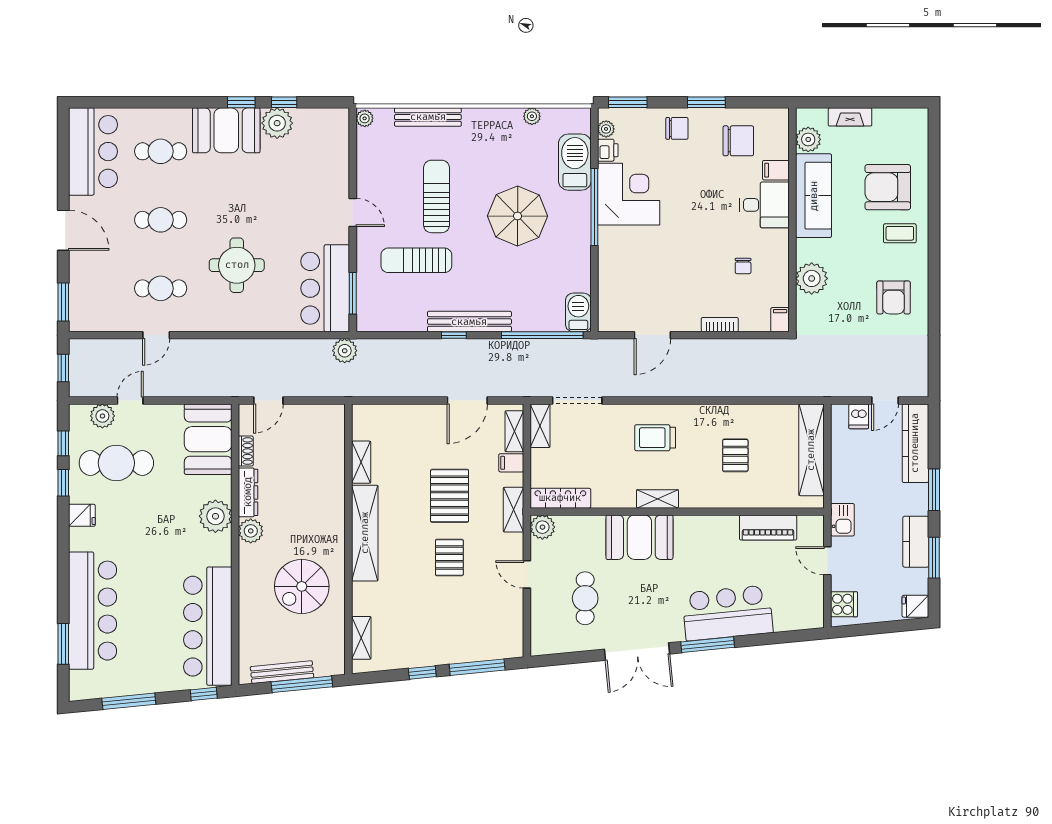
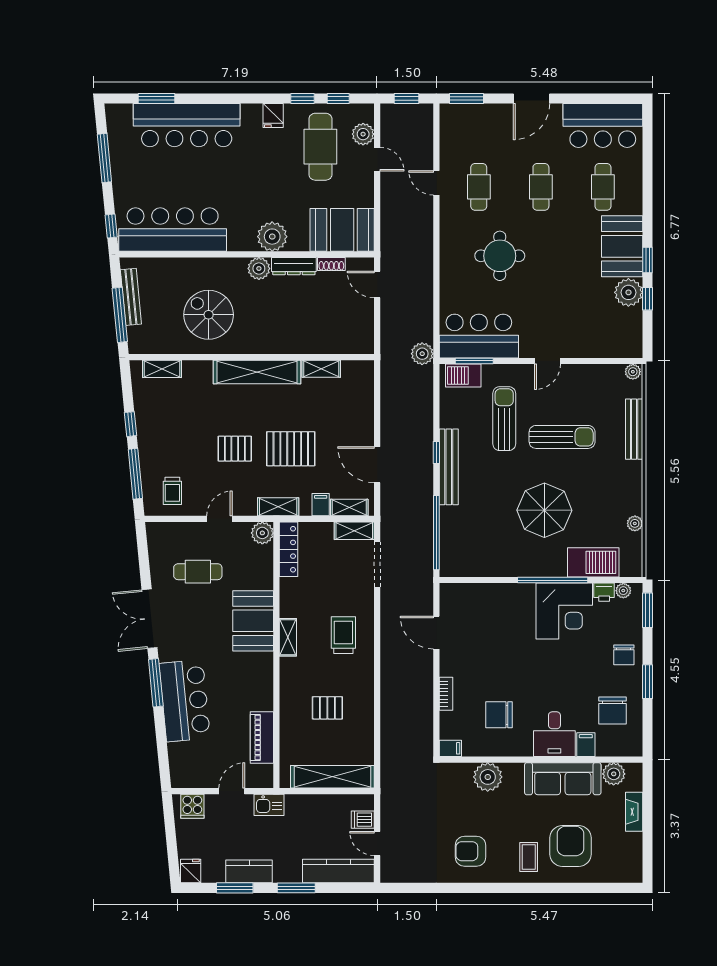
chair: (743, 266) -> (499, 715), width x1.87, depth x1.87
barbecue: (578, 312) -> (463, 375), moved, turned 180
trolley: (496, 626) -> (172, 491), added

